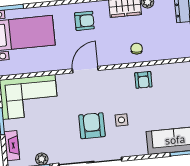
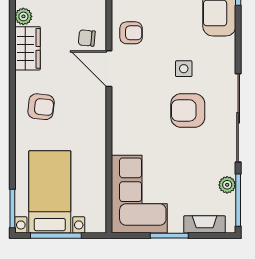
armchair: (84, 21) -> (41, 107), turned 96
door: (85, 70) -> (109, 69), moved

